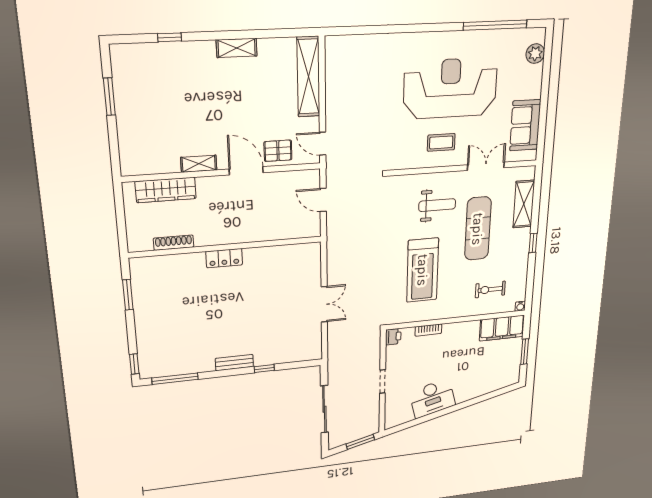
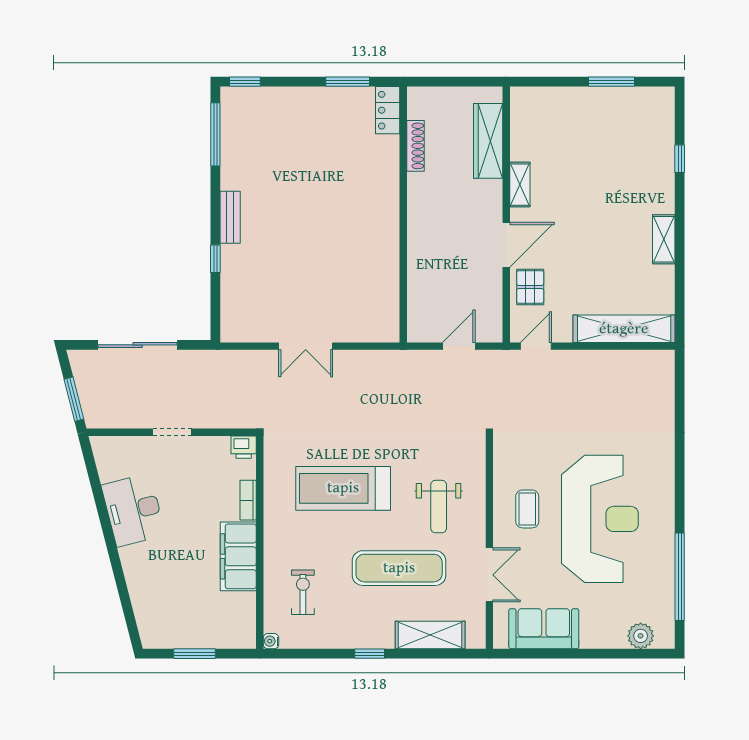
locker: (224, 258) -> (388, 110), moved
filing cabinet: (502, 328) -> (238, 556), moved

